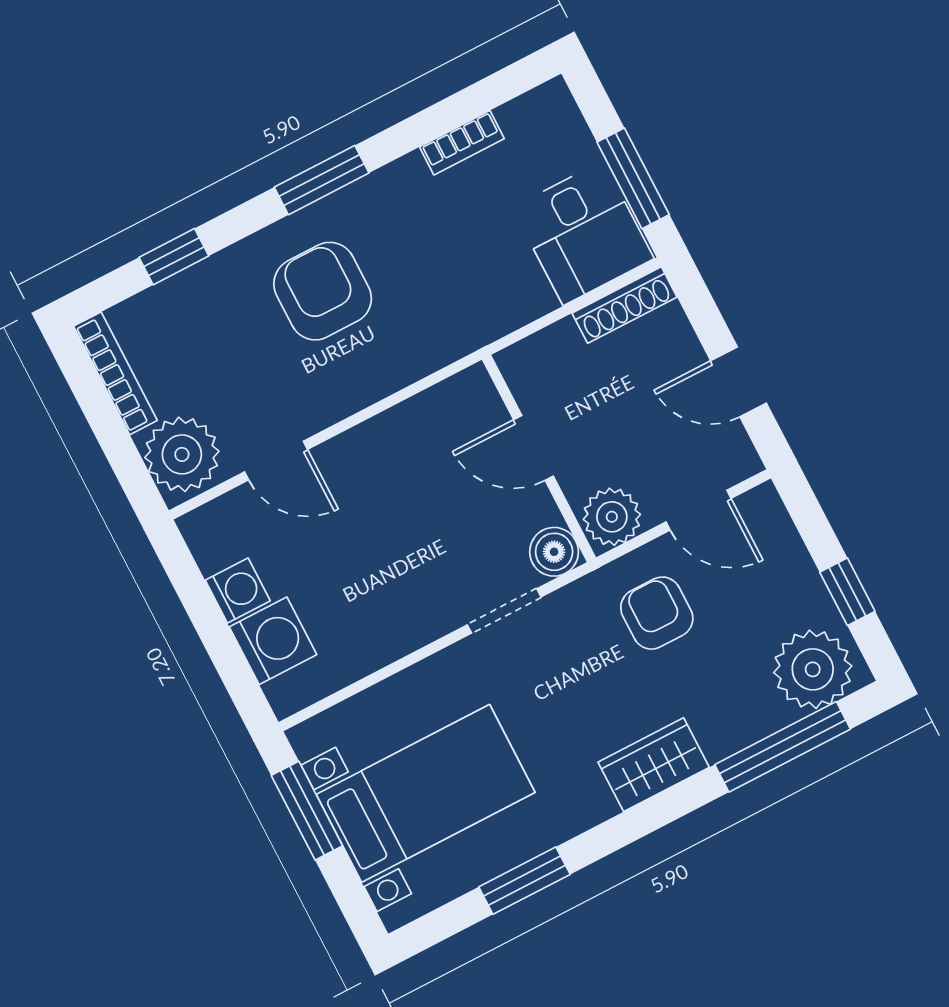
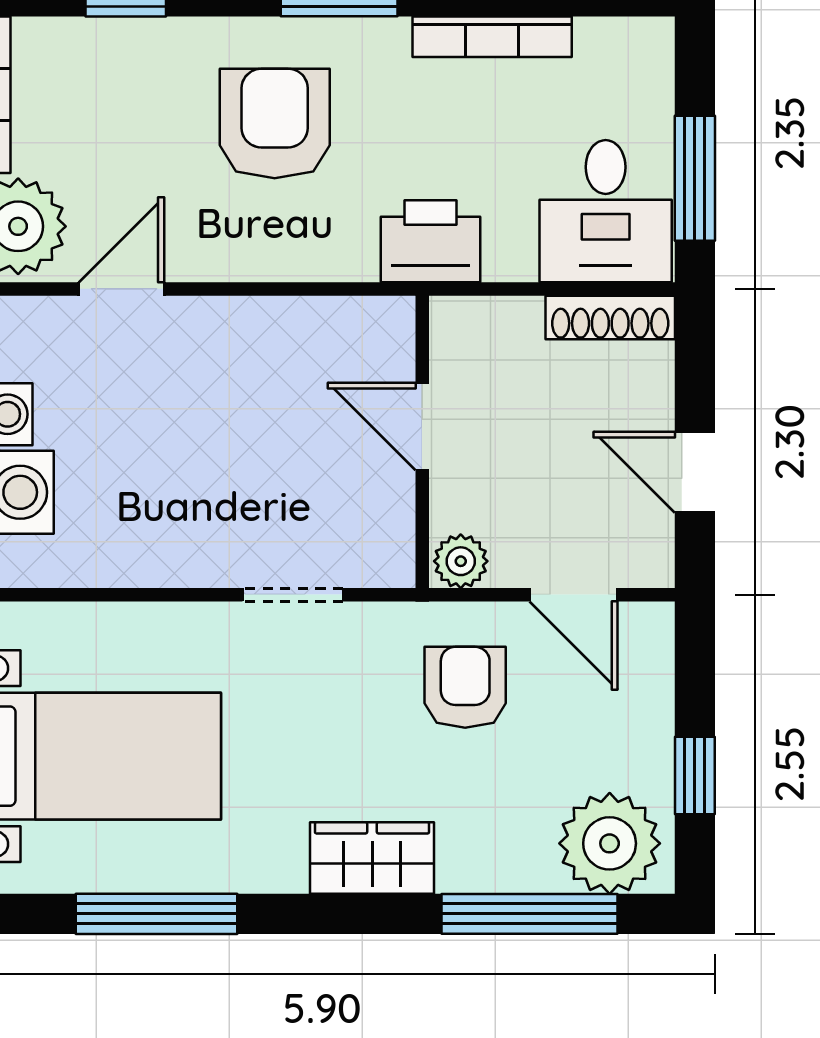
bookcase: (462, 143) -> (492, 37), width x1.56
printer: (473, 317) -> (431, 241), added
door: (276, 461) -> (122, 289), swing flipped
plant: (612, 517) -> (461, 561), width x0.73, depth x0.73
boiler: (554, 552) -> (384, 557), removed
window: (524, 881) -> (157, 914), width x1.44

